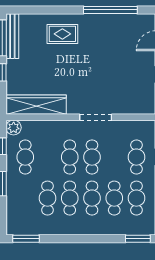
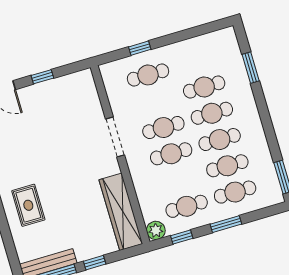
cafe table: (136, 198) -> (235, 192), moved
window: (138, 239) -> (251, 68), moved

